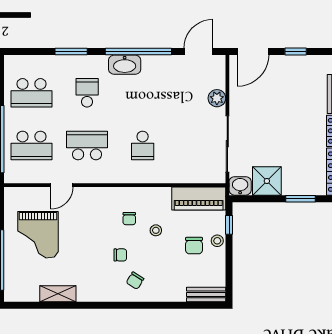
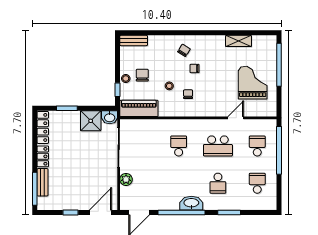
school desk: (31, 93) -> (257, 183), width x0.54
school desk: (31, 145) -> (257, 146), width x0.54

